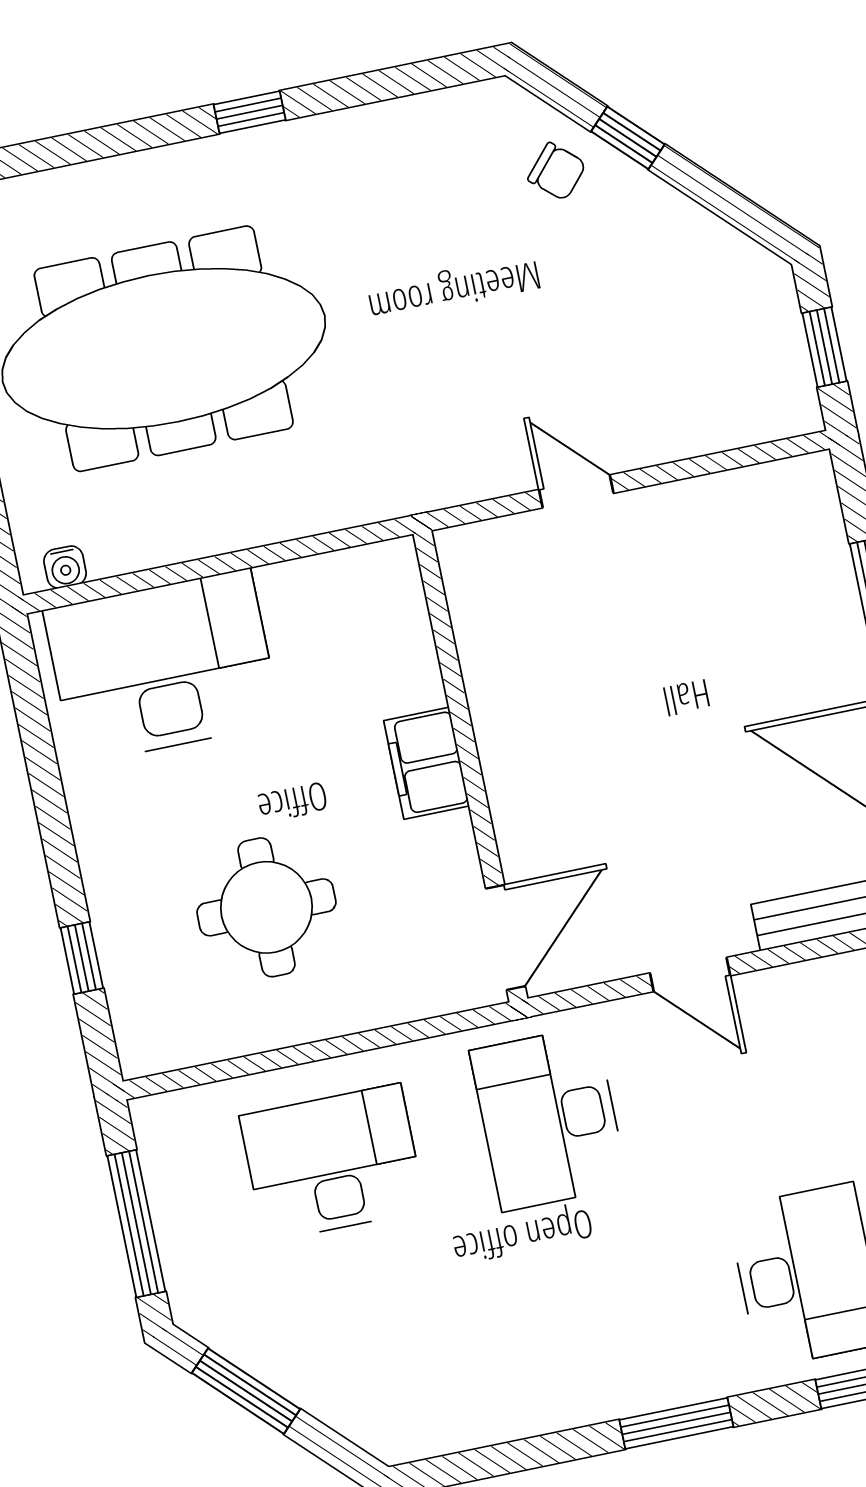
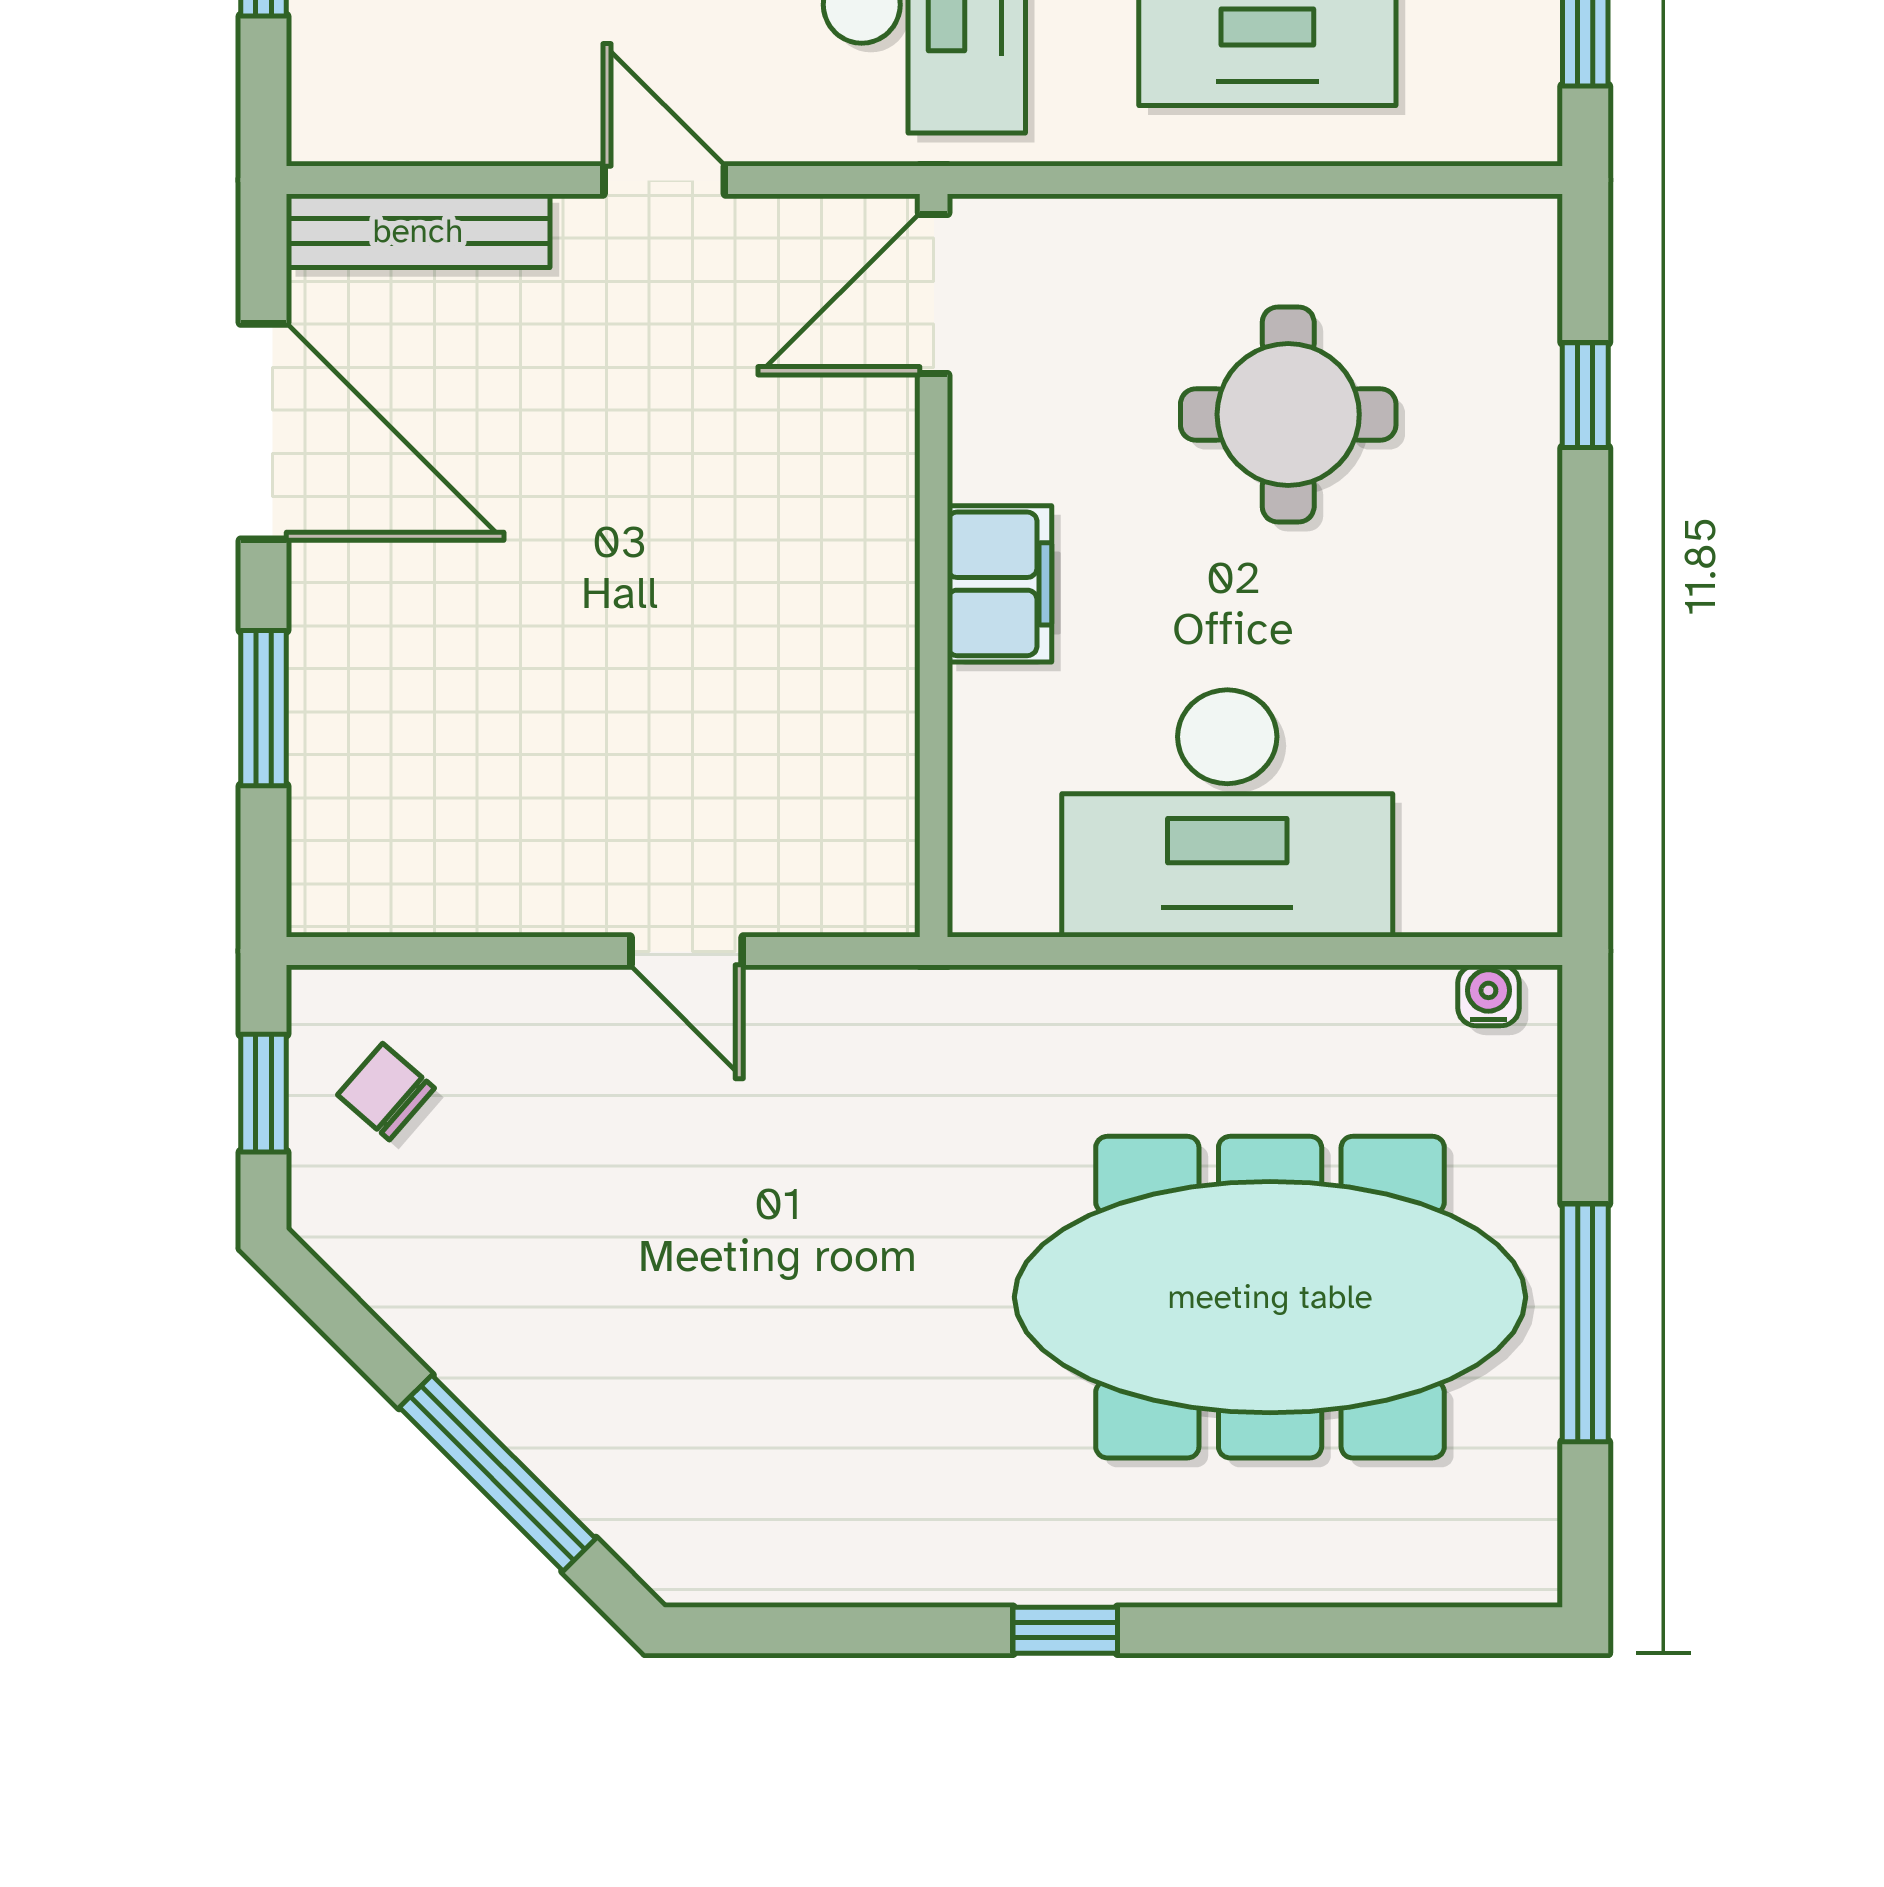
window: (628, 138) -> (498, 1473), width x2.17
chair: (557, 172) -> (386, 1092), moved
desk: (162, 667) -> (1227, 813), moved

